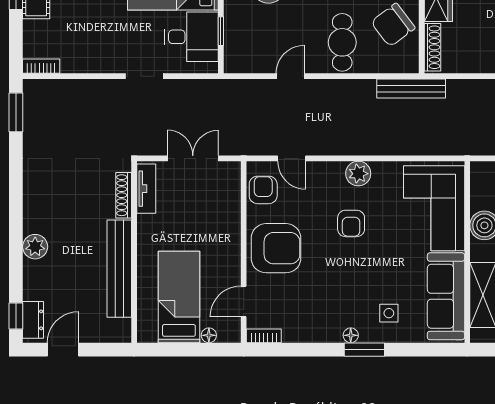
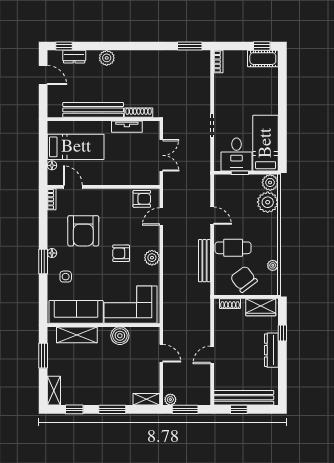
shoe rack: (432, 47) -> (230, 304), width x0.70
bench: (411, 89) -> (204, 261), moved
tv unit: (146, 189) -> (127, 127), moved
armchair: (276, 248) -> (83, 231), moved
dresser: (33, 320) -> (74, 57), moved

